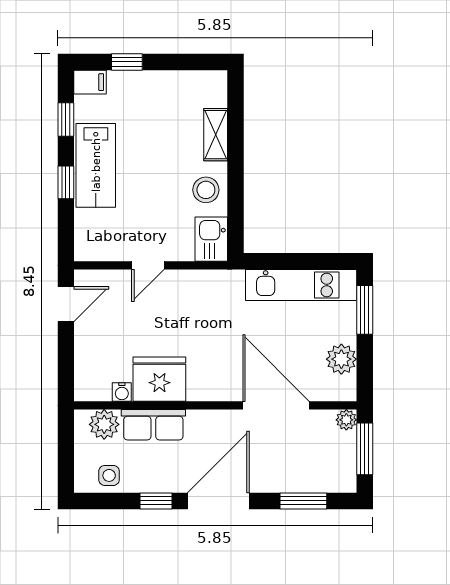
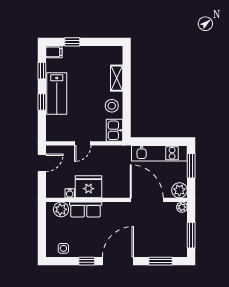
fridge: (159, 379) -> (89, 187), moved
water cooler: (122, 392) -> (70, 193), moved
wall: (215, 405) -> (116, 200), moved
door: (276, 405) -> (147, 200), moved
plant: (346, 420) -> (182, 207), moved
plant: (104, 424) -> (61, 209), moved
row of seats: (153, 425) -> (86, 210), moved

